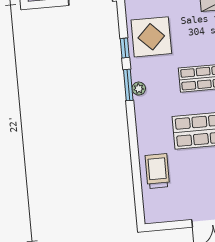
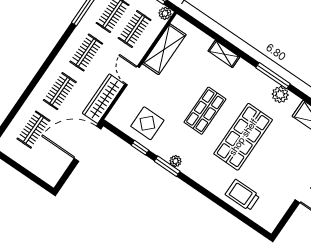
display table: (151, 37) -> (147, 123), width x0.73, depth x0.73

